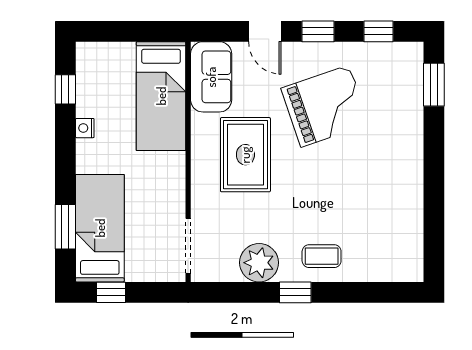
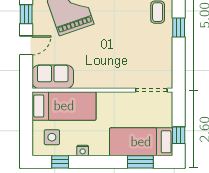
side table: (108, 75) -> (52, 137), added
rug: (245, 155) -> (98, 57), removed
plant: (259, 263) -> (161, 49), removed

